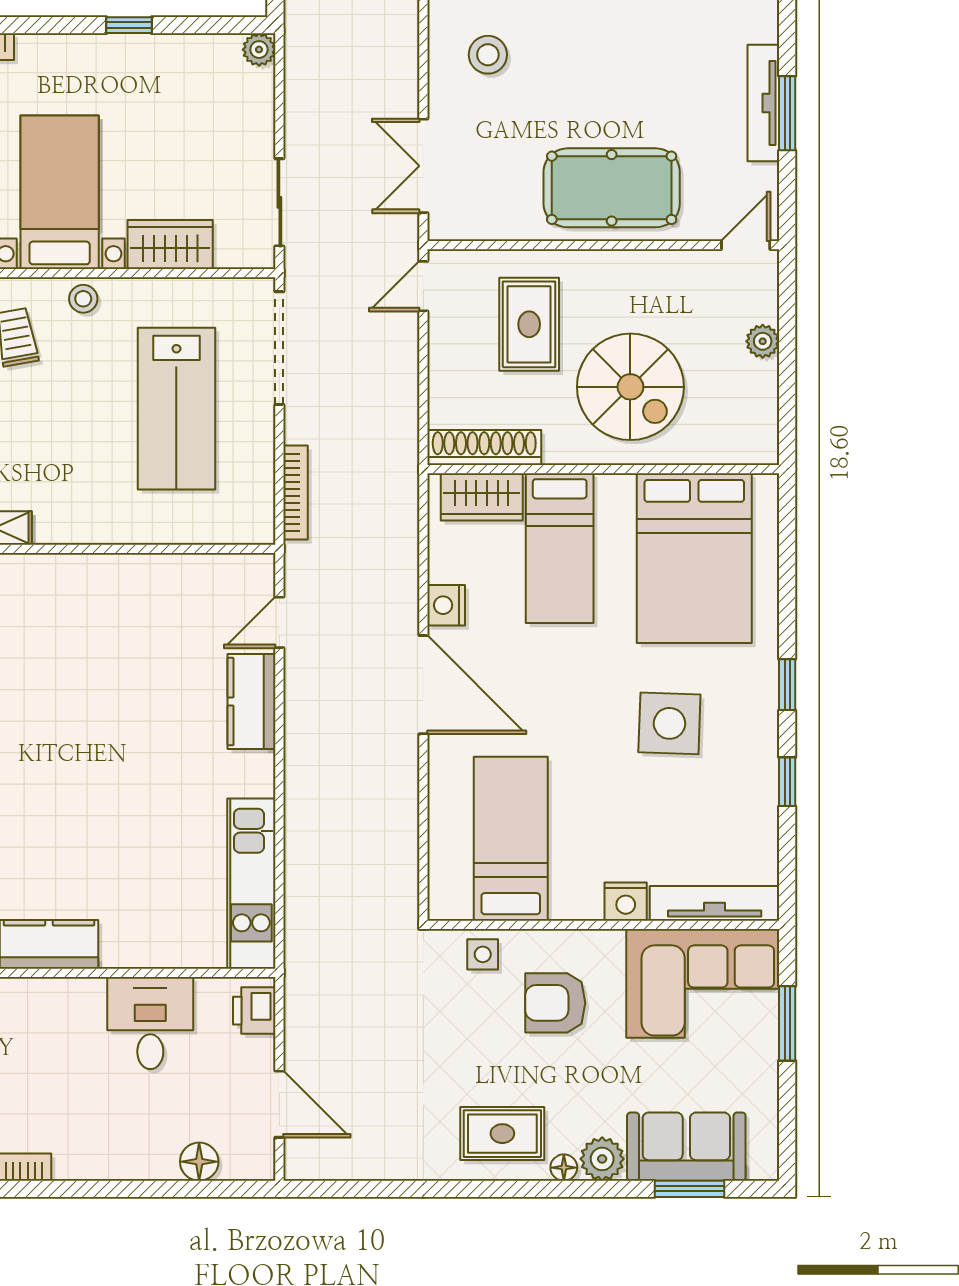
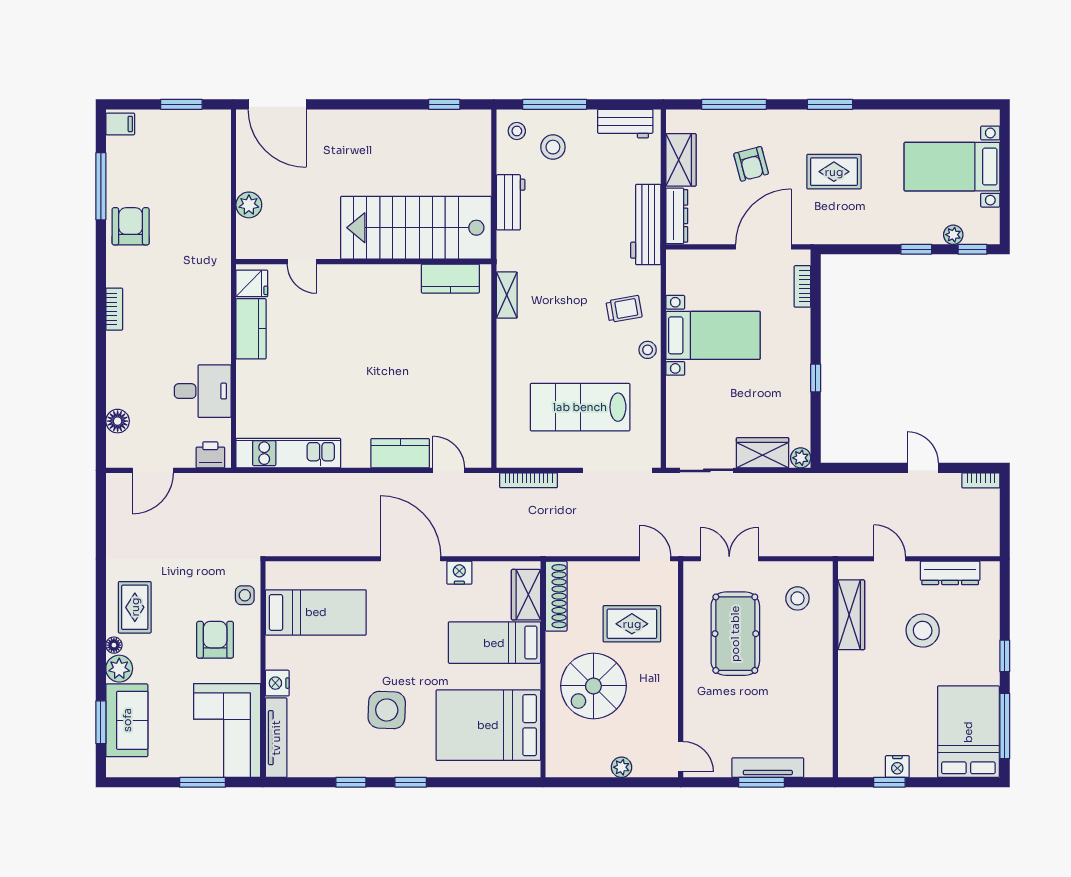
pool table: (612, 188) -> (735, 634), moved
wardrobe: (170, 244) -> (763, 453), moved, turned -90
door: (423, 685) -> (411, 559), swing flipped

